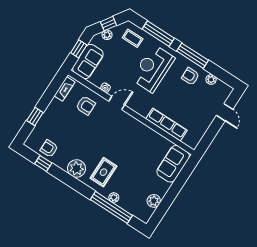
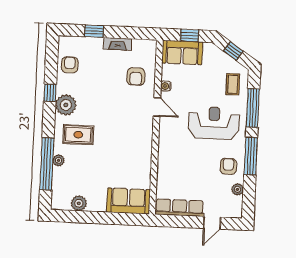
plant: (107, 35) -> (221, 56), removed
fireplace: (65, 89) -> (118, 44), moved
row of seats: (167, 125) -> (180, 208), moved, turned -90
window: (43, 163) -> (50, 93), moved

